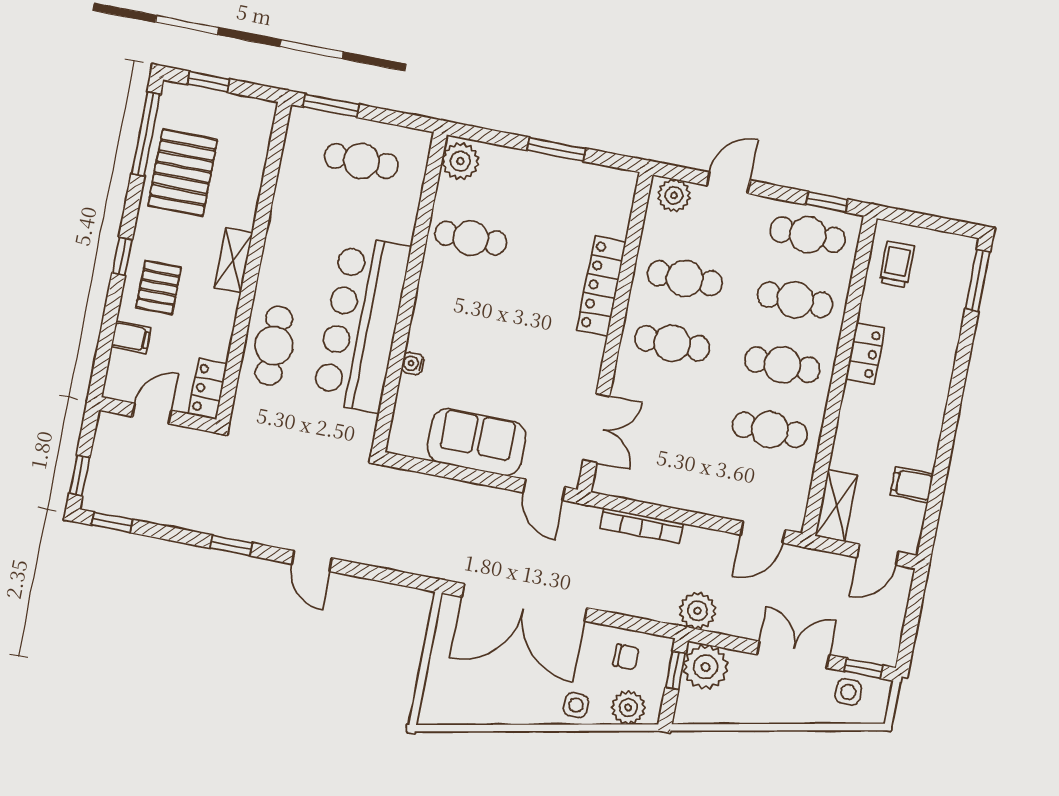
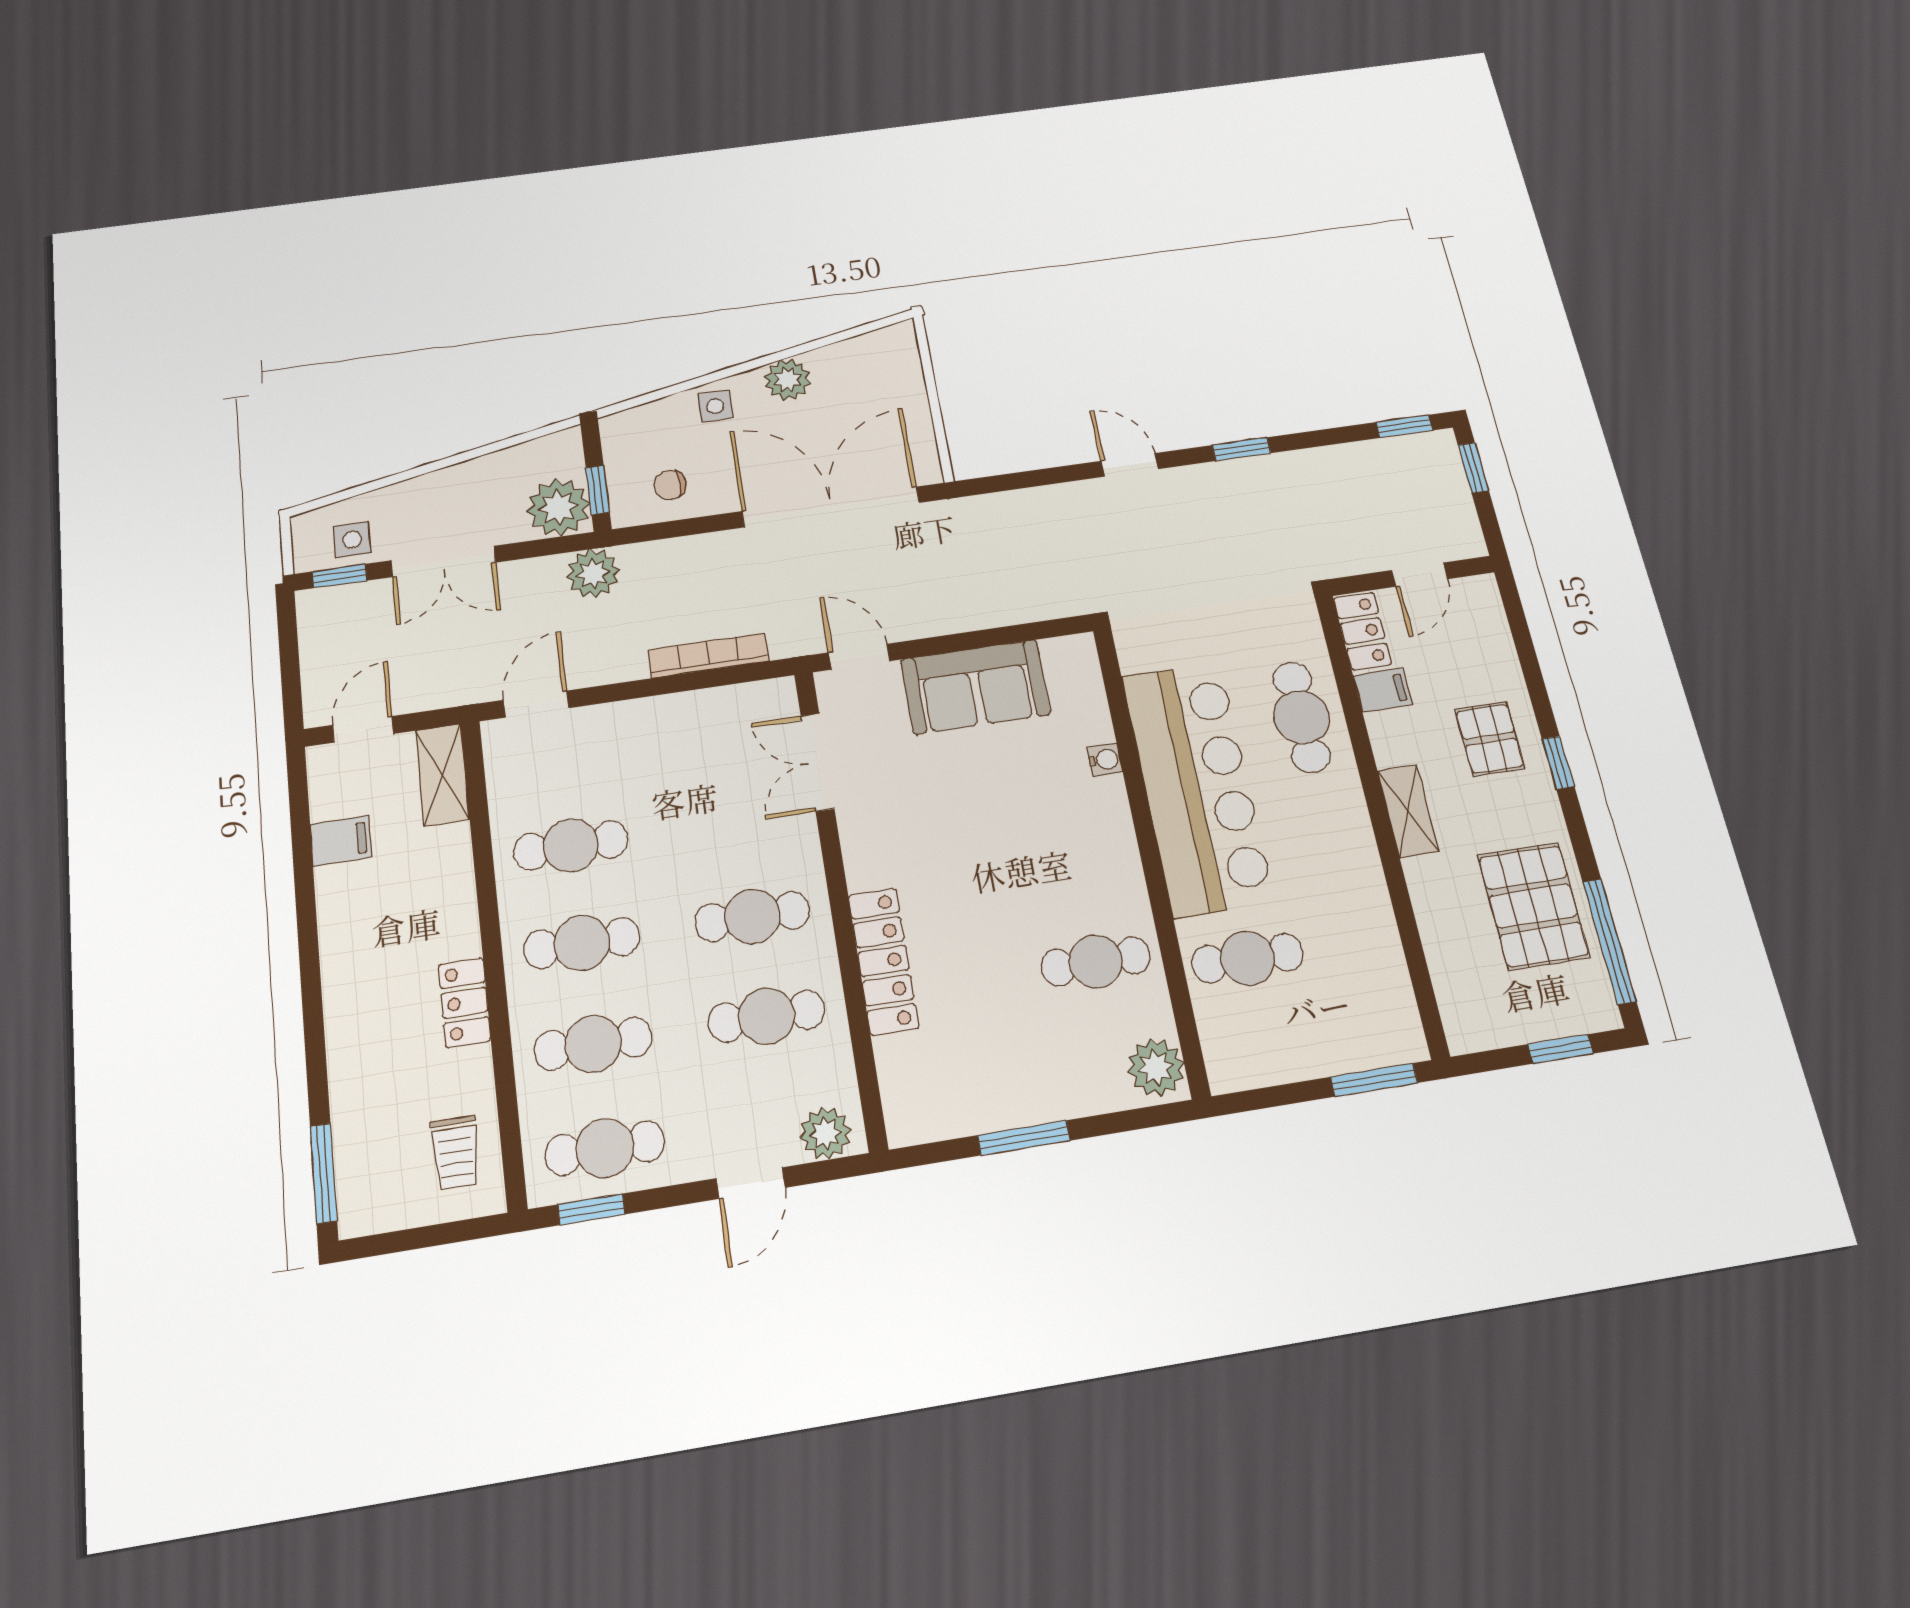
cafe table: (361, 161) -> (1248, 958), moved
filing cabinet: (131, 337) -> (1383, 690), moved, turned 180
plant: (628, 708) -> (788, 380), moved

